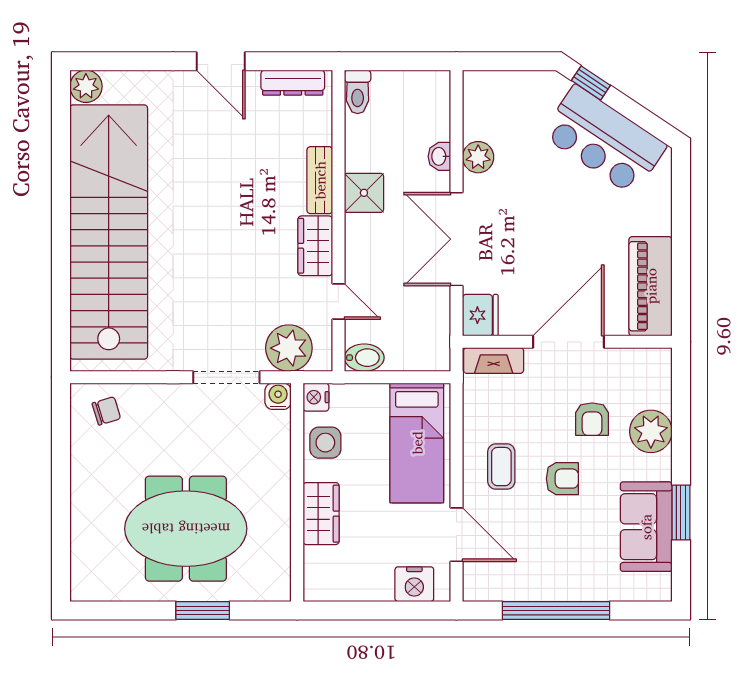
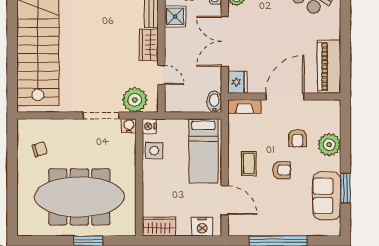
bidet: (364, 358) -> (214, 102), moved, turned -90
chair: (106, 411) -> (40, 149), moved
wardrobe: (321, 514) -> (159, 226), moved, turned -90
meeting table: (186, 529) -> (79, 197), width x1.36

